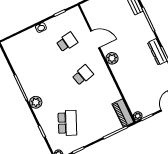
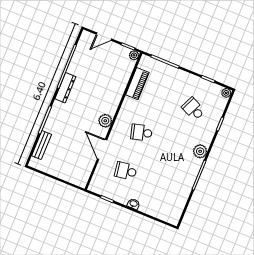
piano: (123, 113) -> (137, 84), moved
school desk: (67, 123) -> (193, 109), width x0.54

